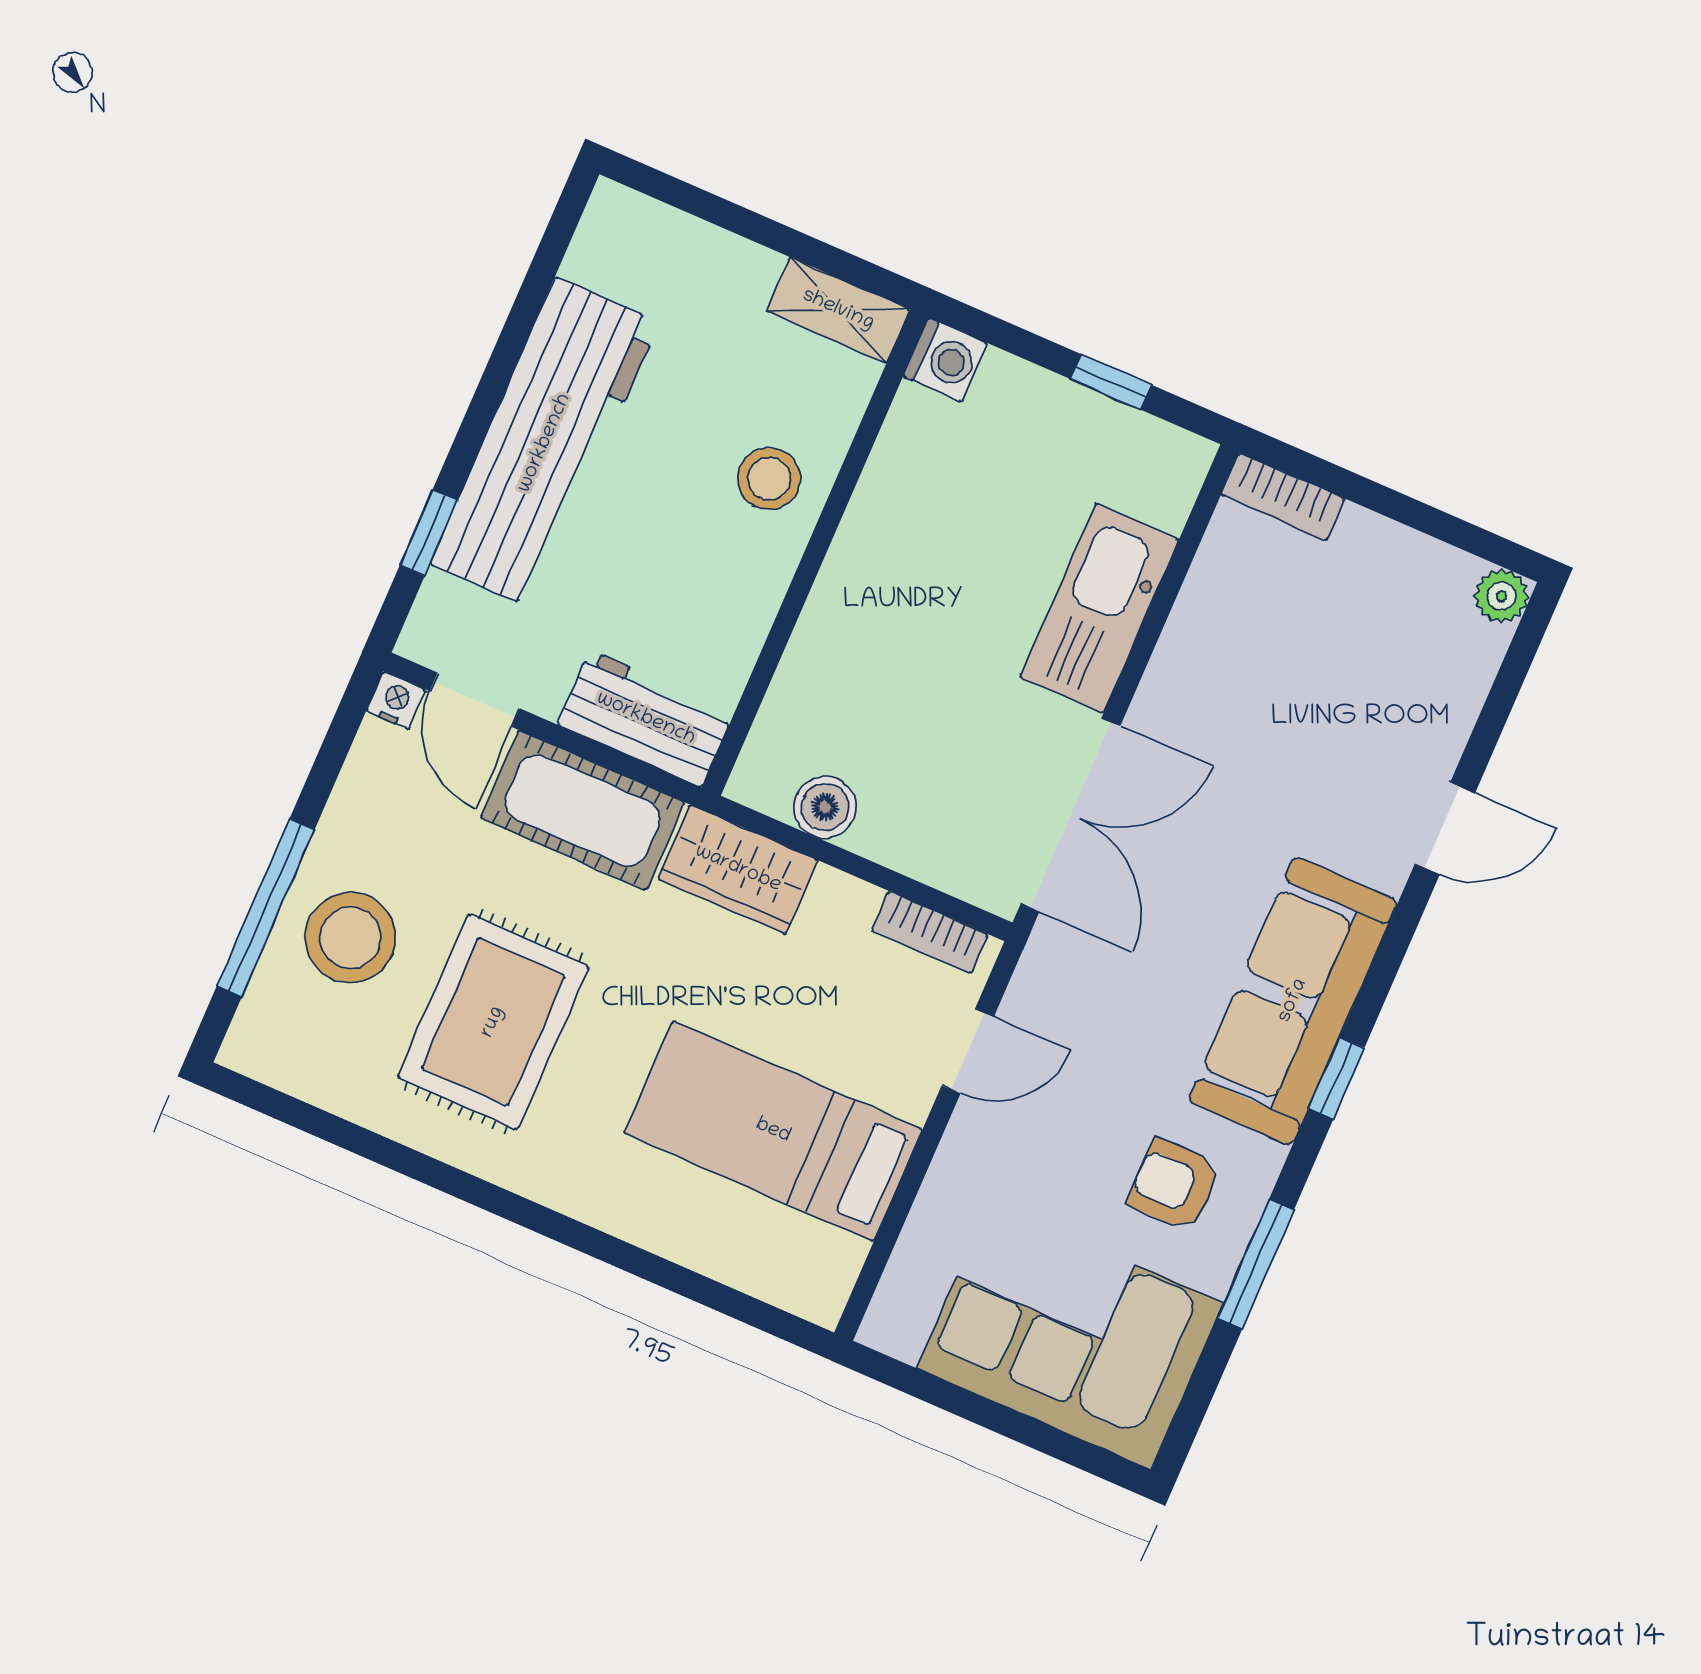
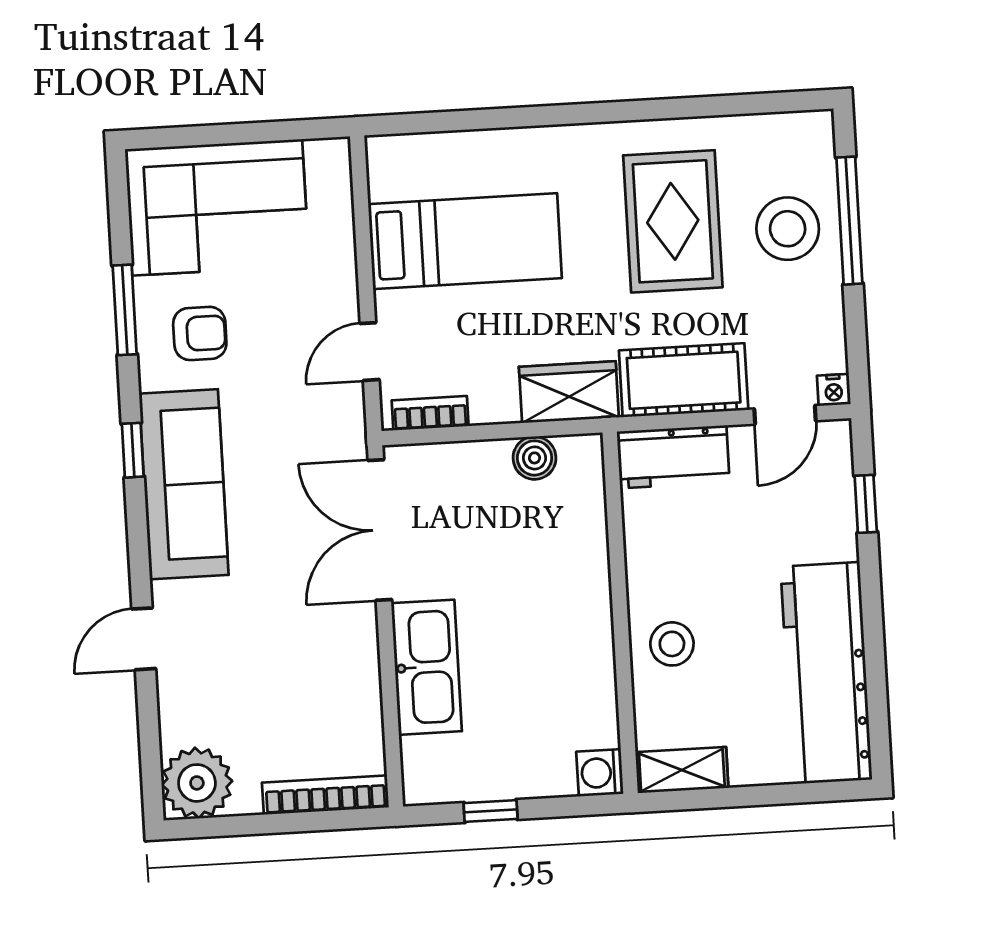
workbench: (545, 443) -> (826, 673), moved
bookcase: (1283, 497) -> (325, 795), width x1.56
plant: (1501, 596) -> (197, 783), width x1.88, depth x1.88
door: (475, 700) -> (785, 415), swing flipped

